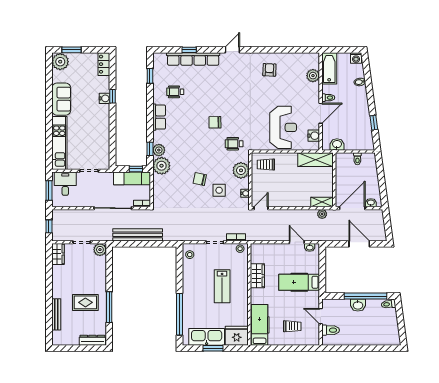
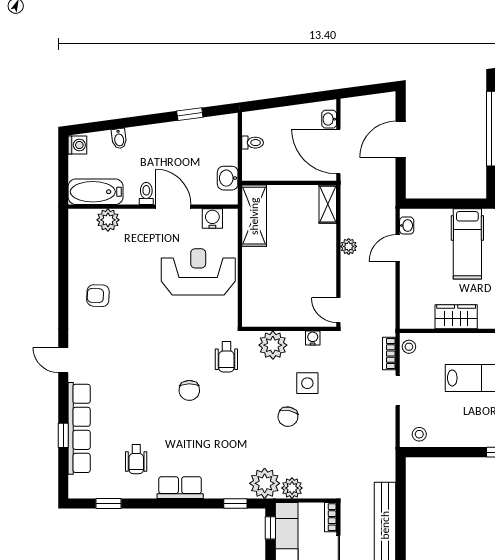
plant: (159, 150) -> (292, 488), moved
trolley: (266, 164) -> (263, 302), removed
plant: (322, 214) -> (349, 246), moved

